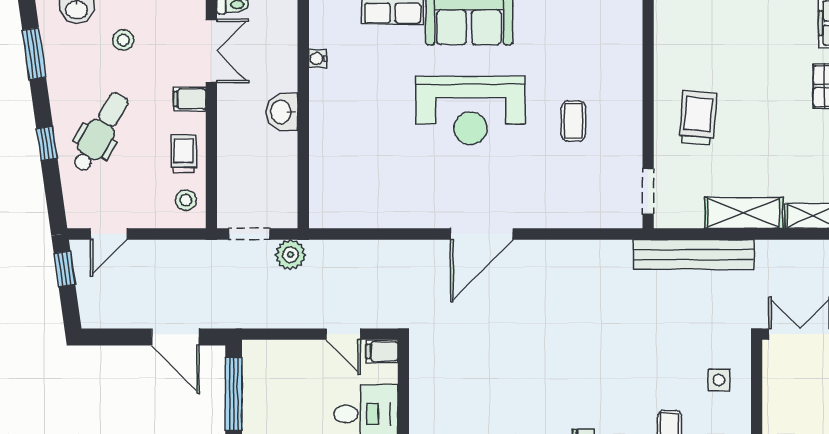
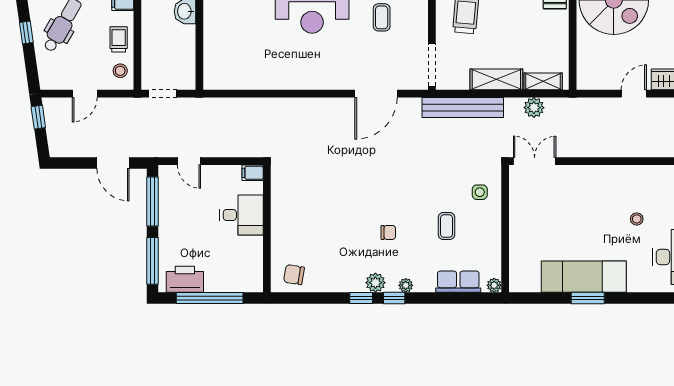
doorway: (648, 191) -> (432, 65), width x1.38
door: (109, 234) -> (85, 94), moved
door: (482, 234) -> (376, 94), moved
plant: (290, 255) -> (534, 108), moved
door: (343, 334) -> (189, 161), moved

